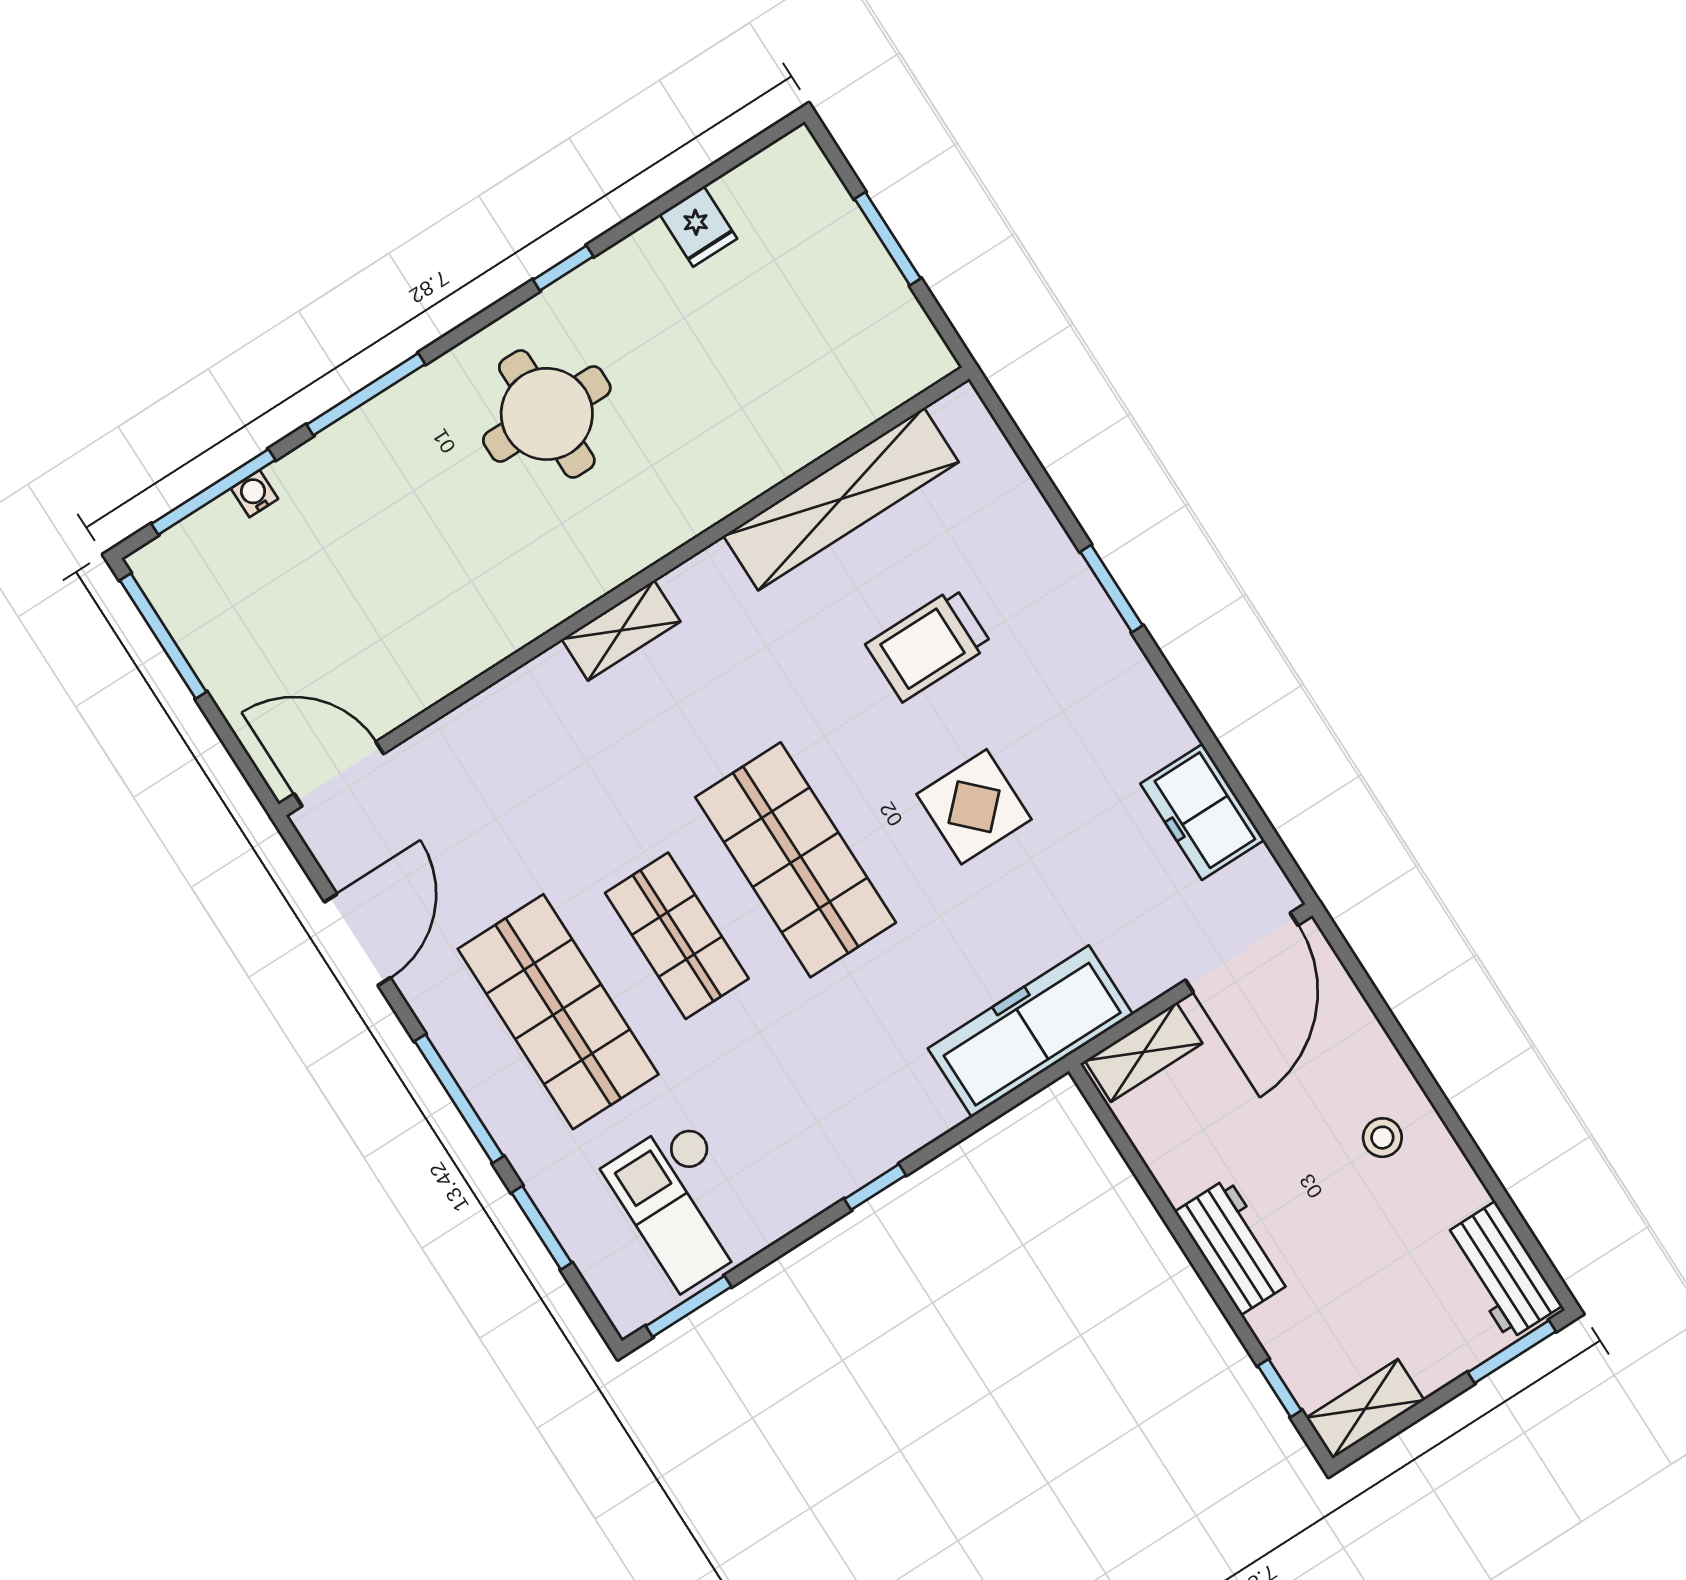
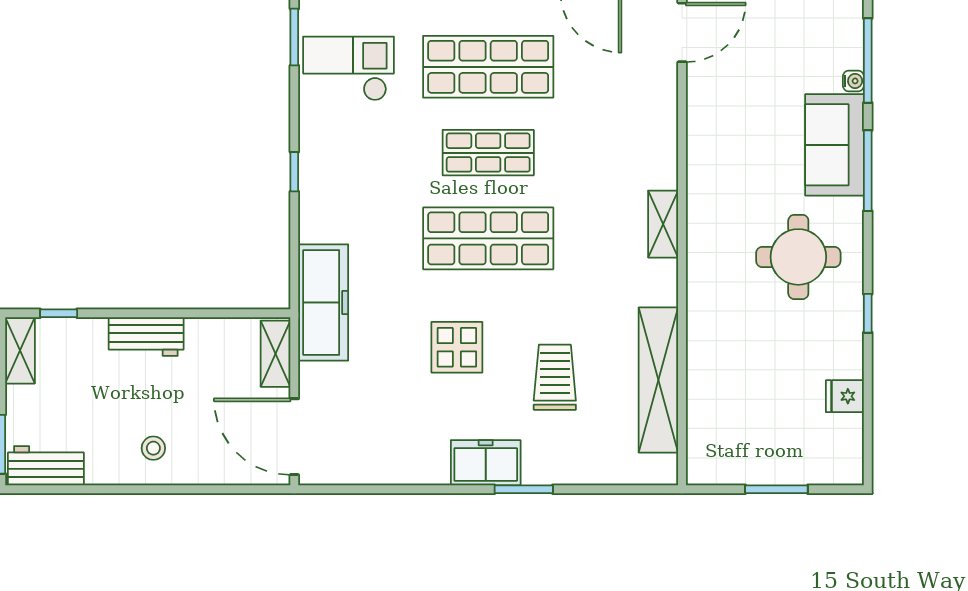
sofa: (360, 463) -> (834, 145), added
freezer: (1202, 812) -> (486, 463), moved

